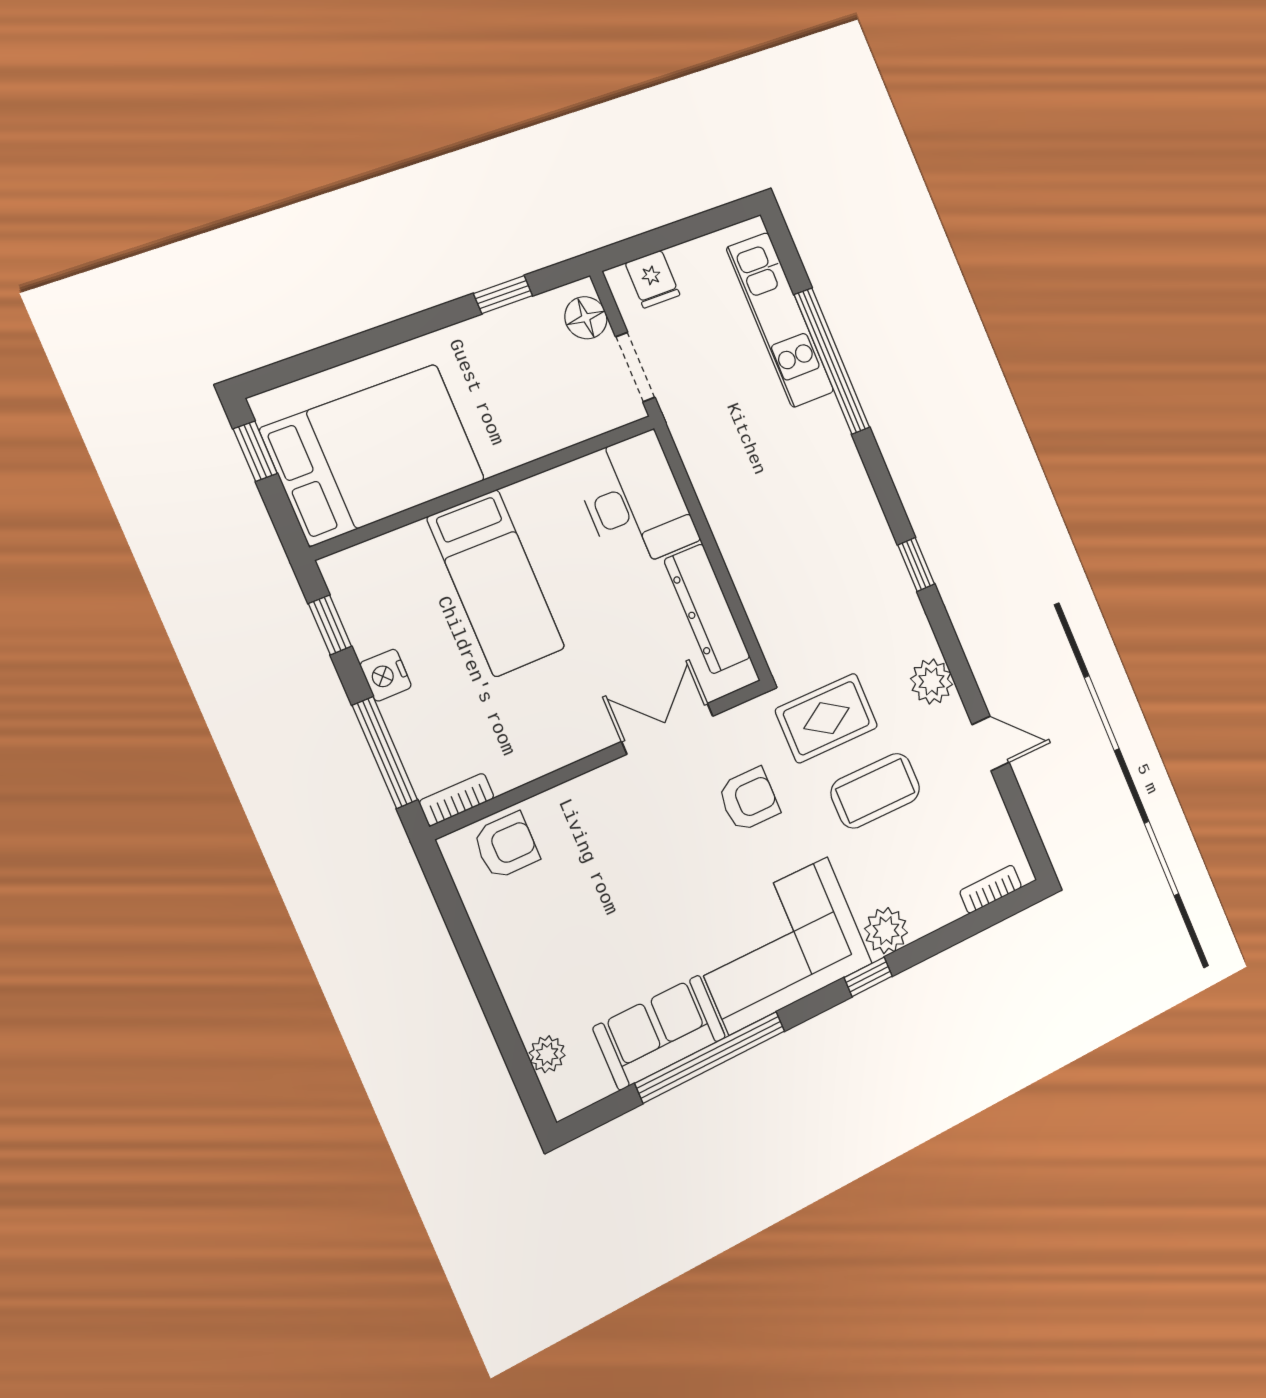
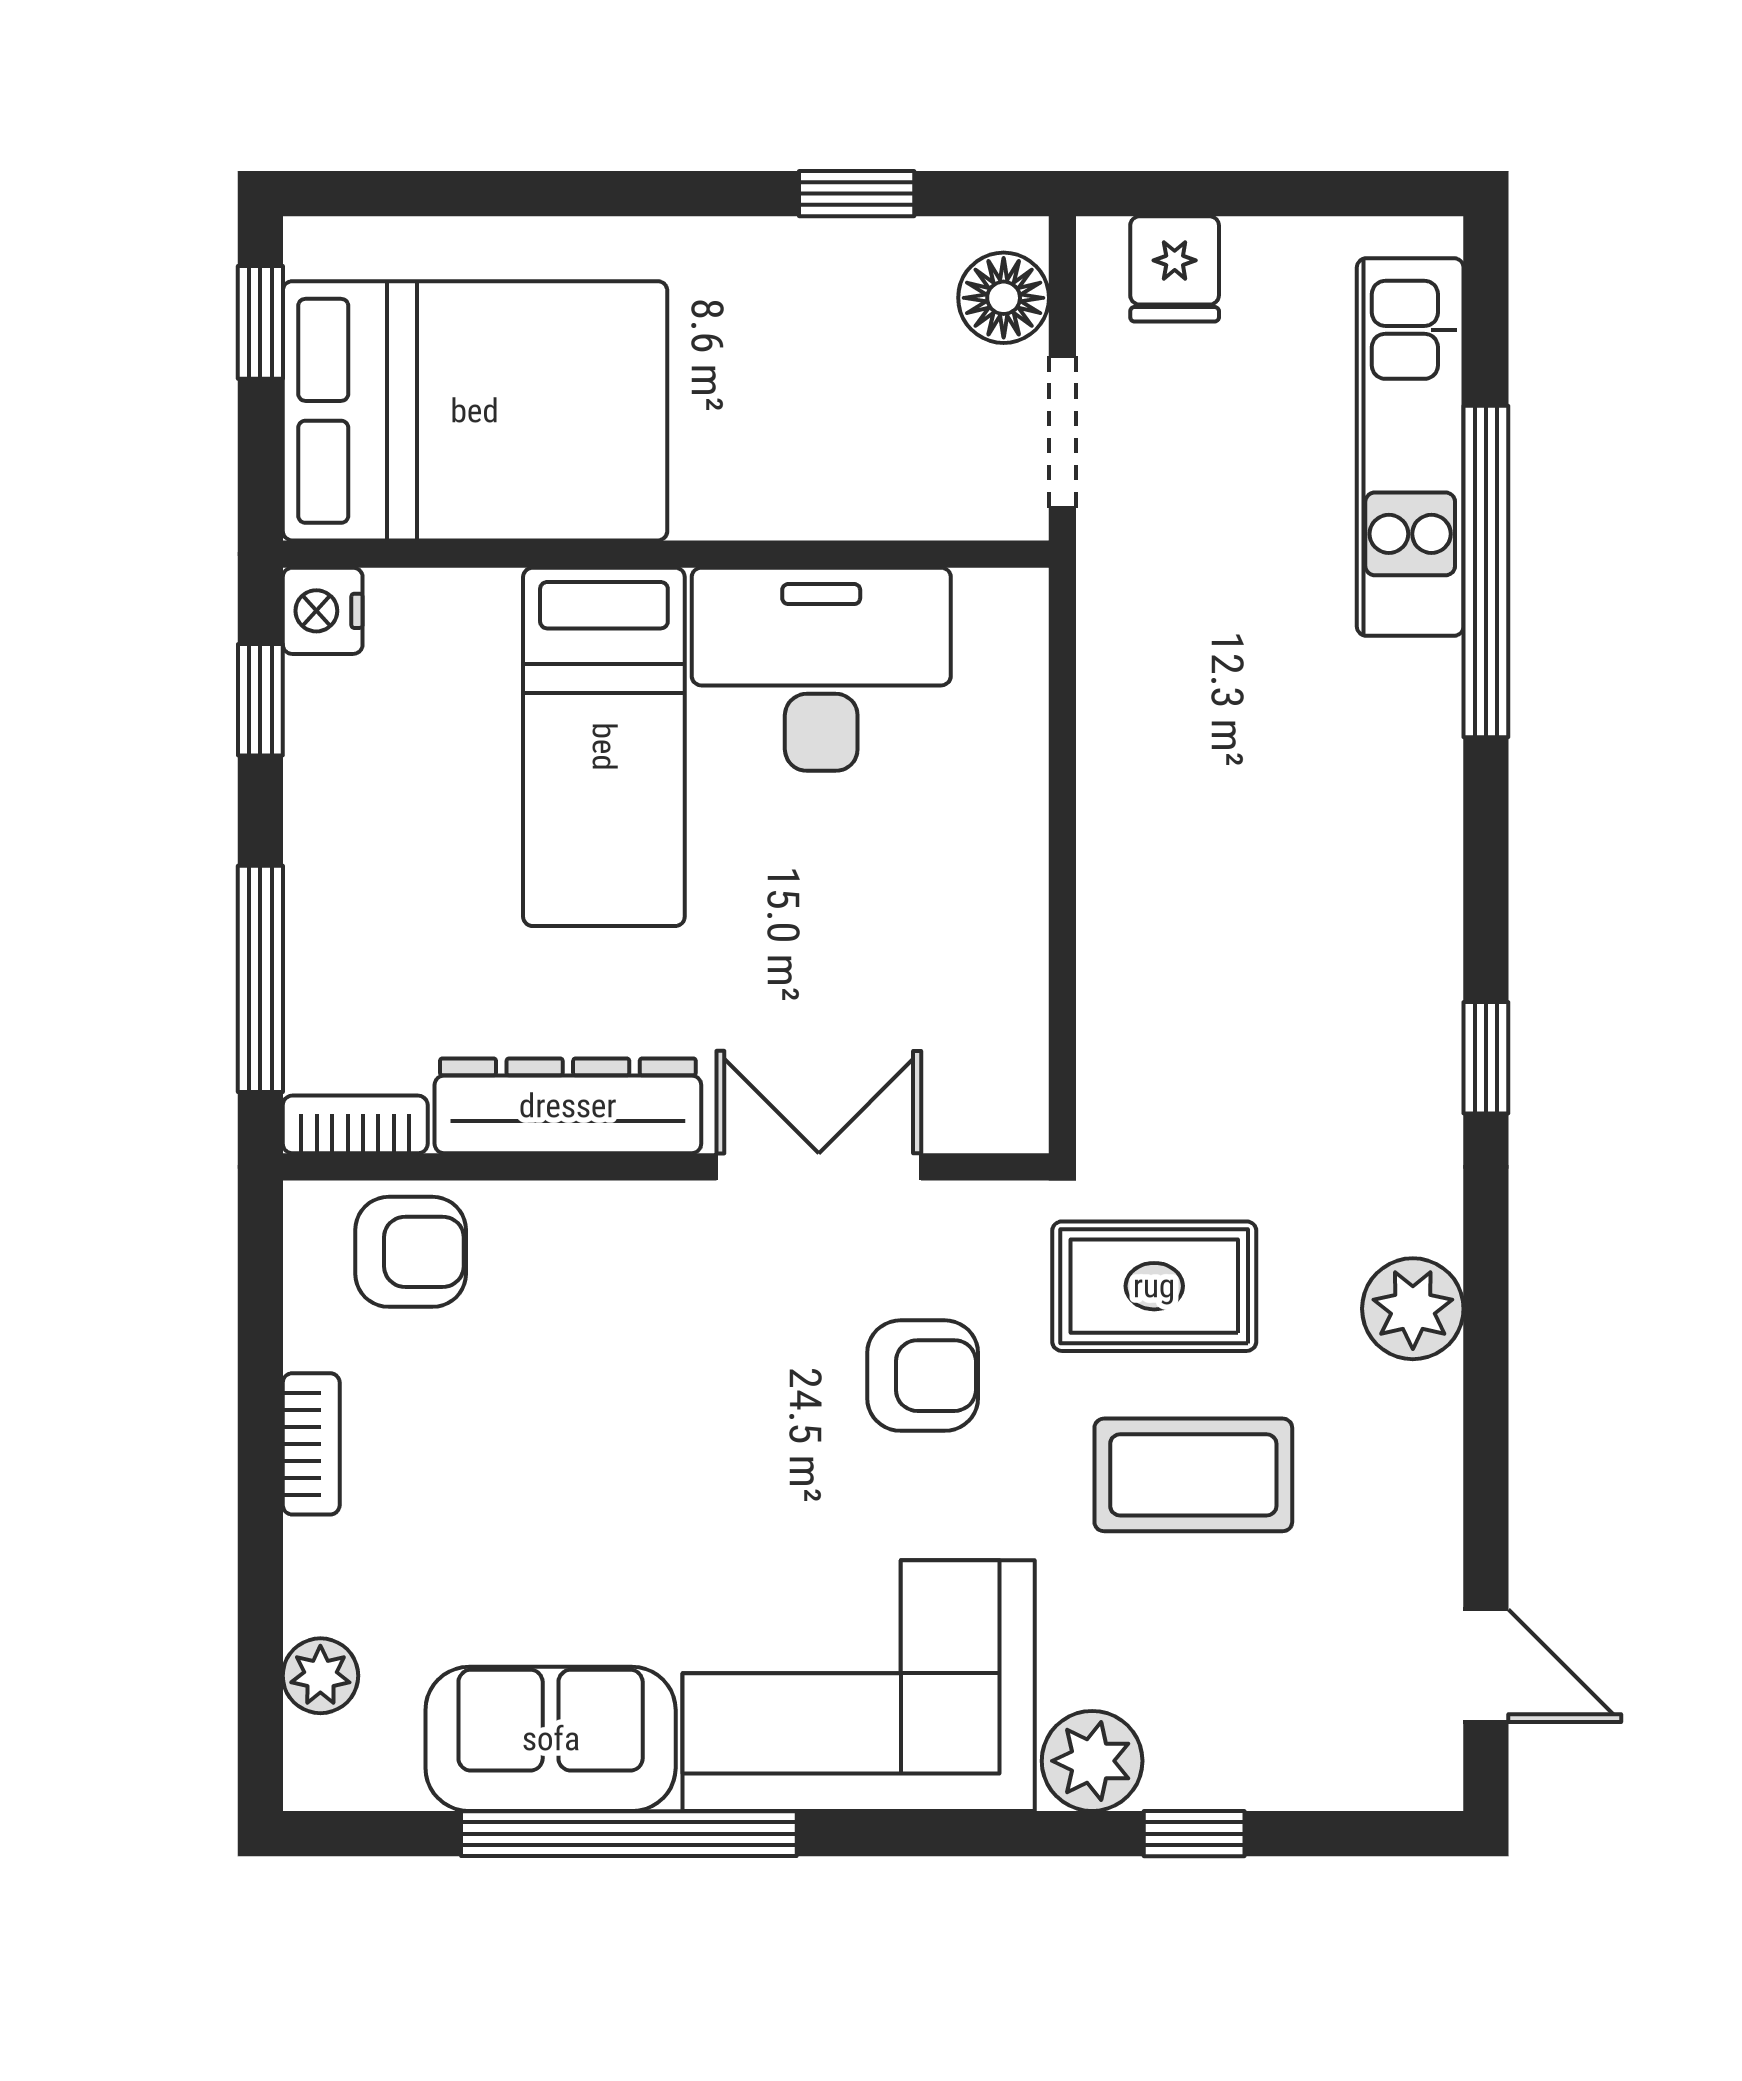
desk: (635, 501) -> (821, 669), moved, turned -90
dresser: (707, 609) -> (568, 1106), moved, turned 90
nightstand: (386, 675) -> (323, 611), moved
door: (990, 743) -> (1486, 1666), moved
bookcase: (991, 889) -> (311, 1444), moved, turned 90
window: (868, 977) -> (1194, 1834), moved

